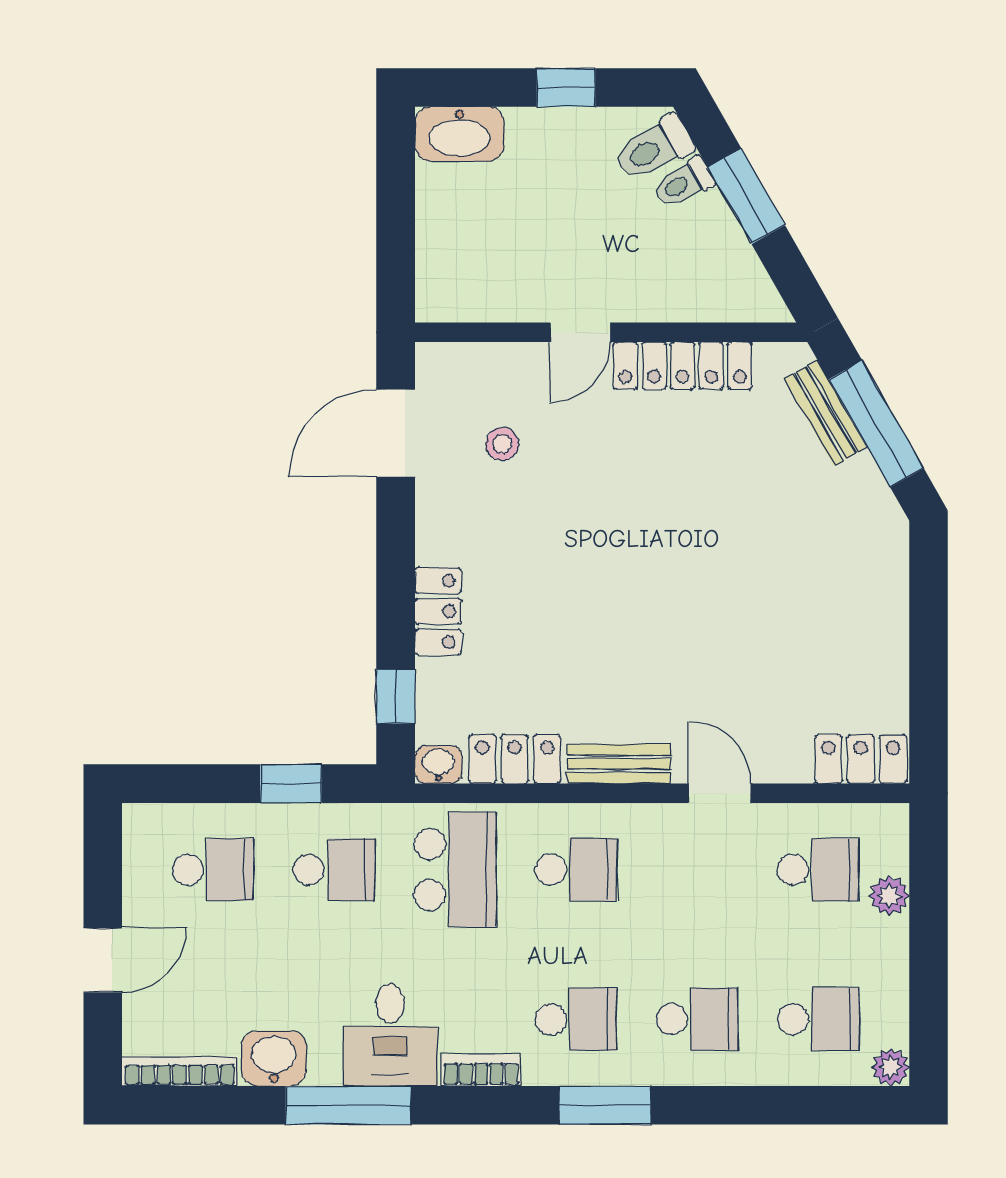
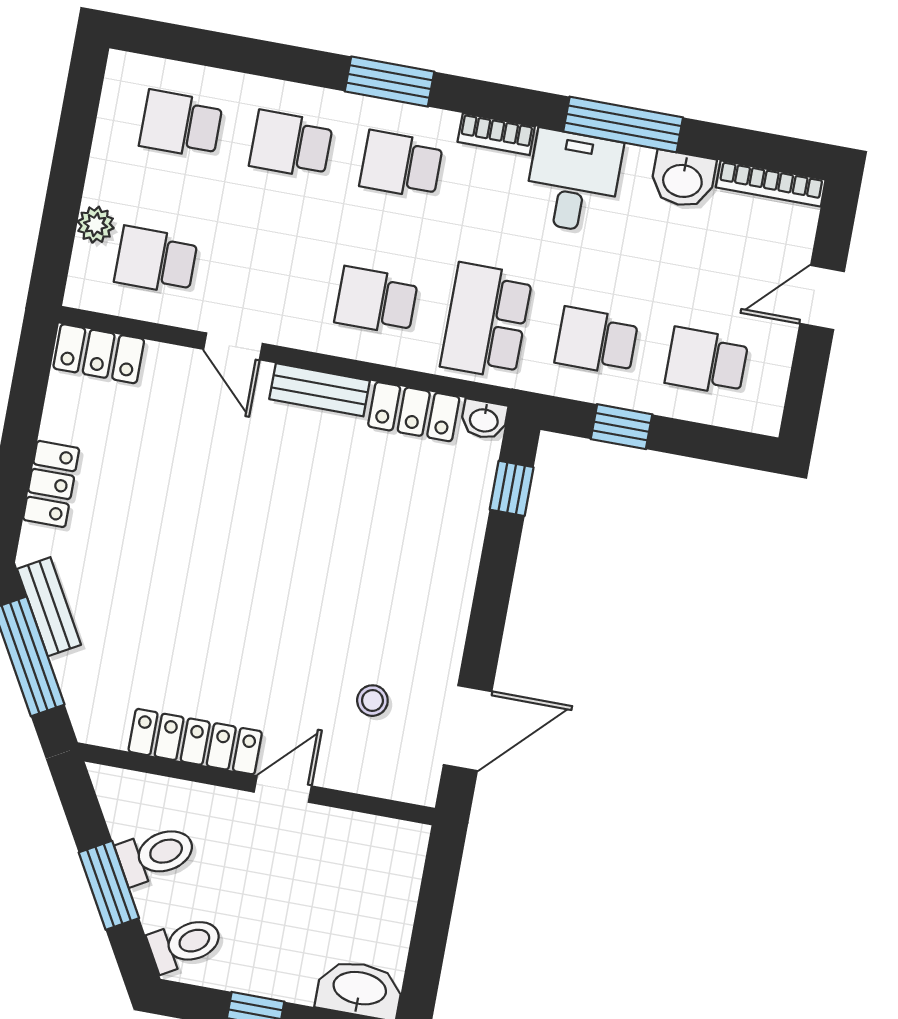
toilet: (683, 183) -> (156, 855), moved, width x1.37, depth x1.39
bench: (826, 413) -> (49, 607), moved
locker: (438, 611) -> (51, 484), moved, turned 180
plant: (891, 1067) -> (123, 68), removed

